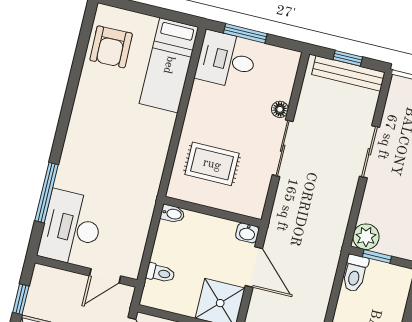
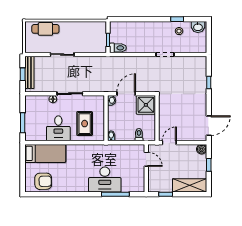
desk: (226, 60) -> (58, 128), moved
desk: (71, 228) -> (105, 179), moved
plant: (366, 237) -> (100, 47), removed

